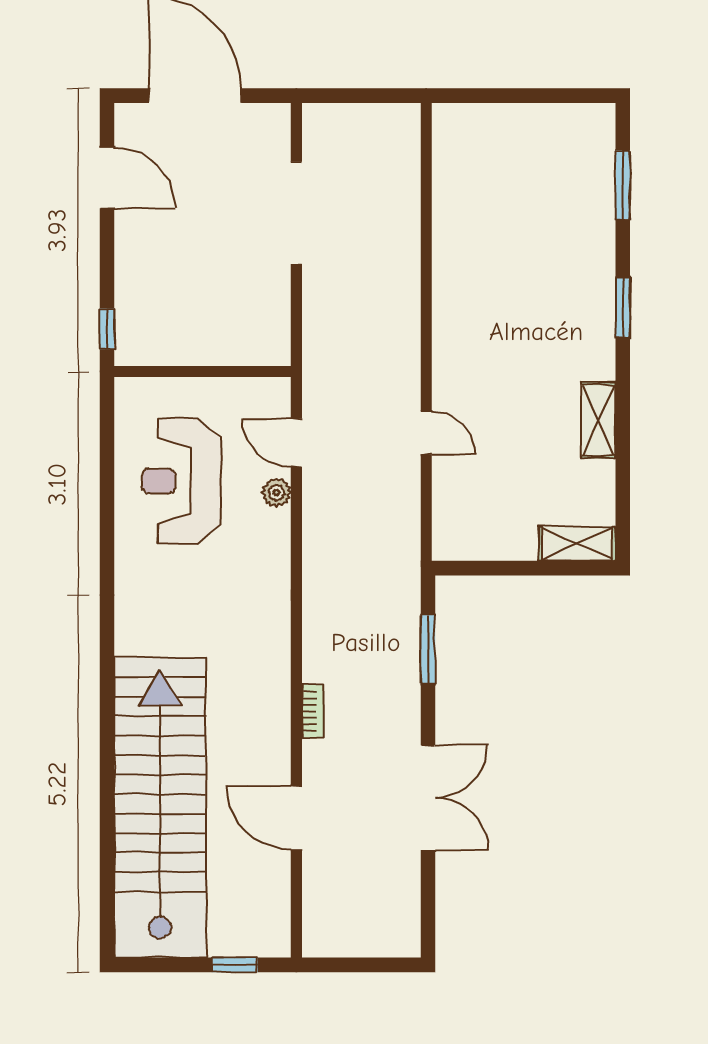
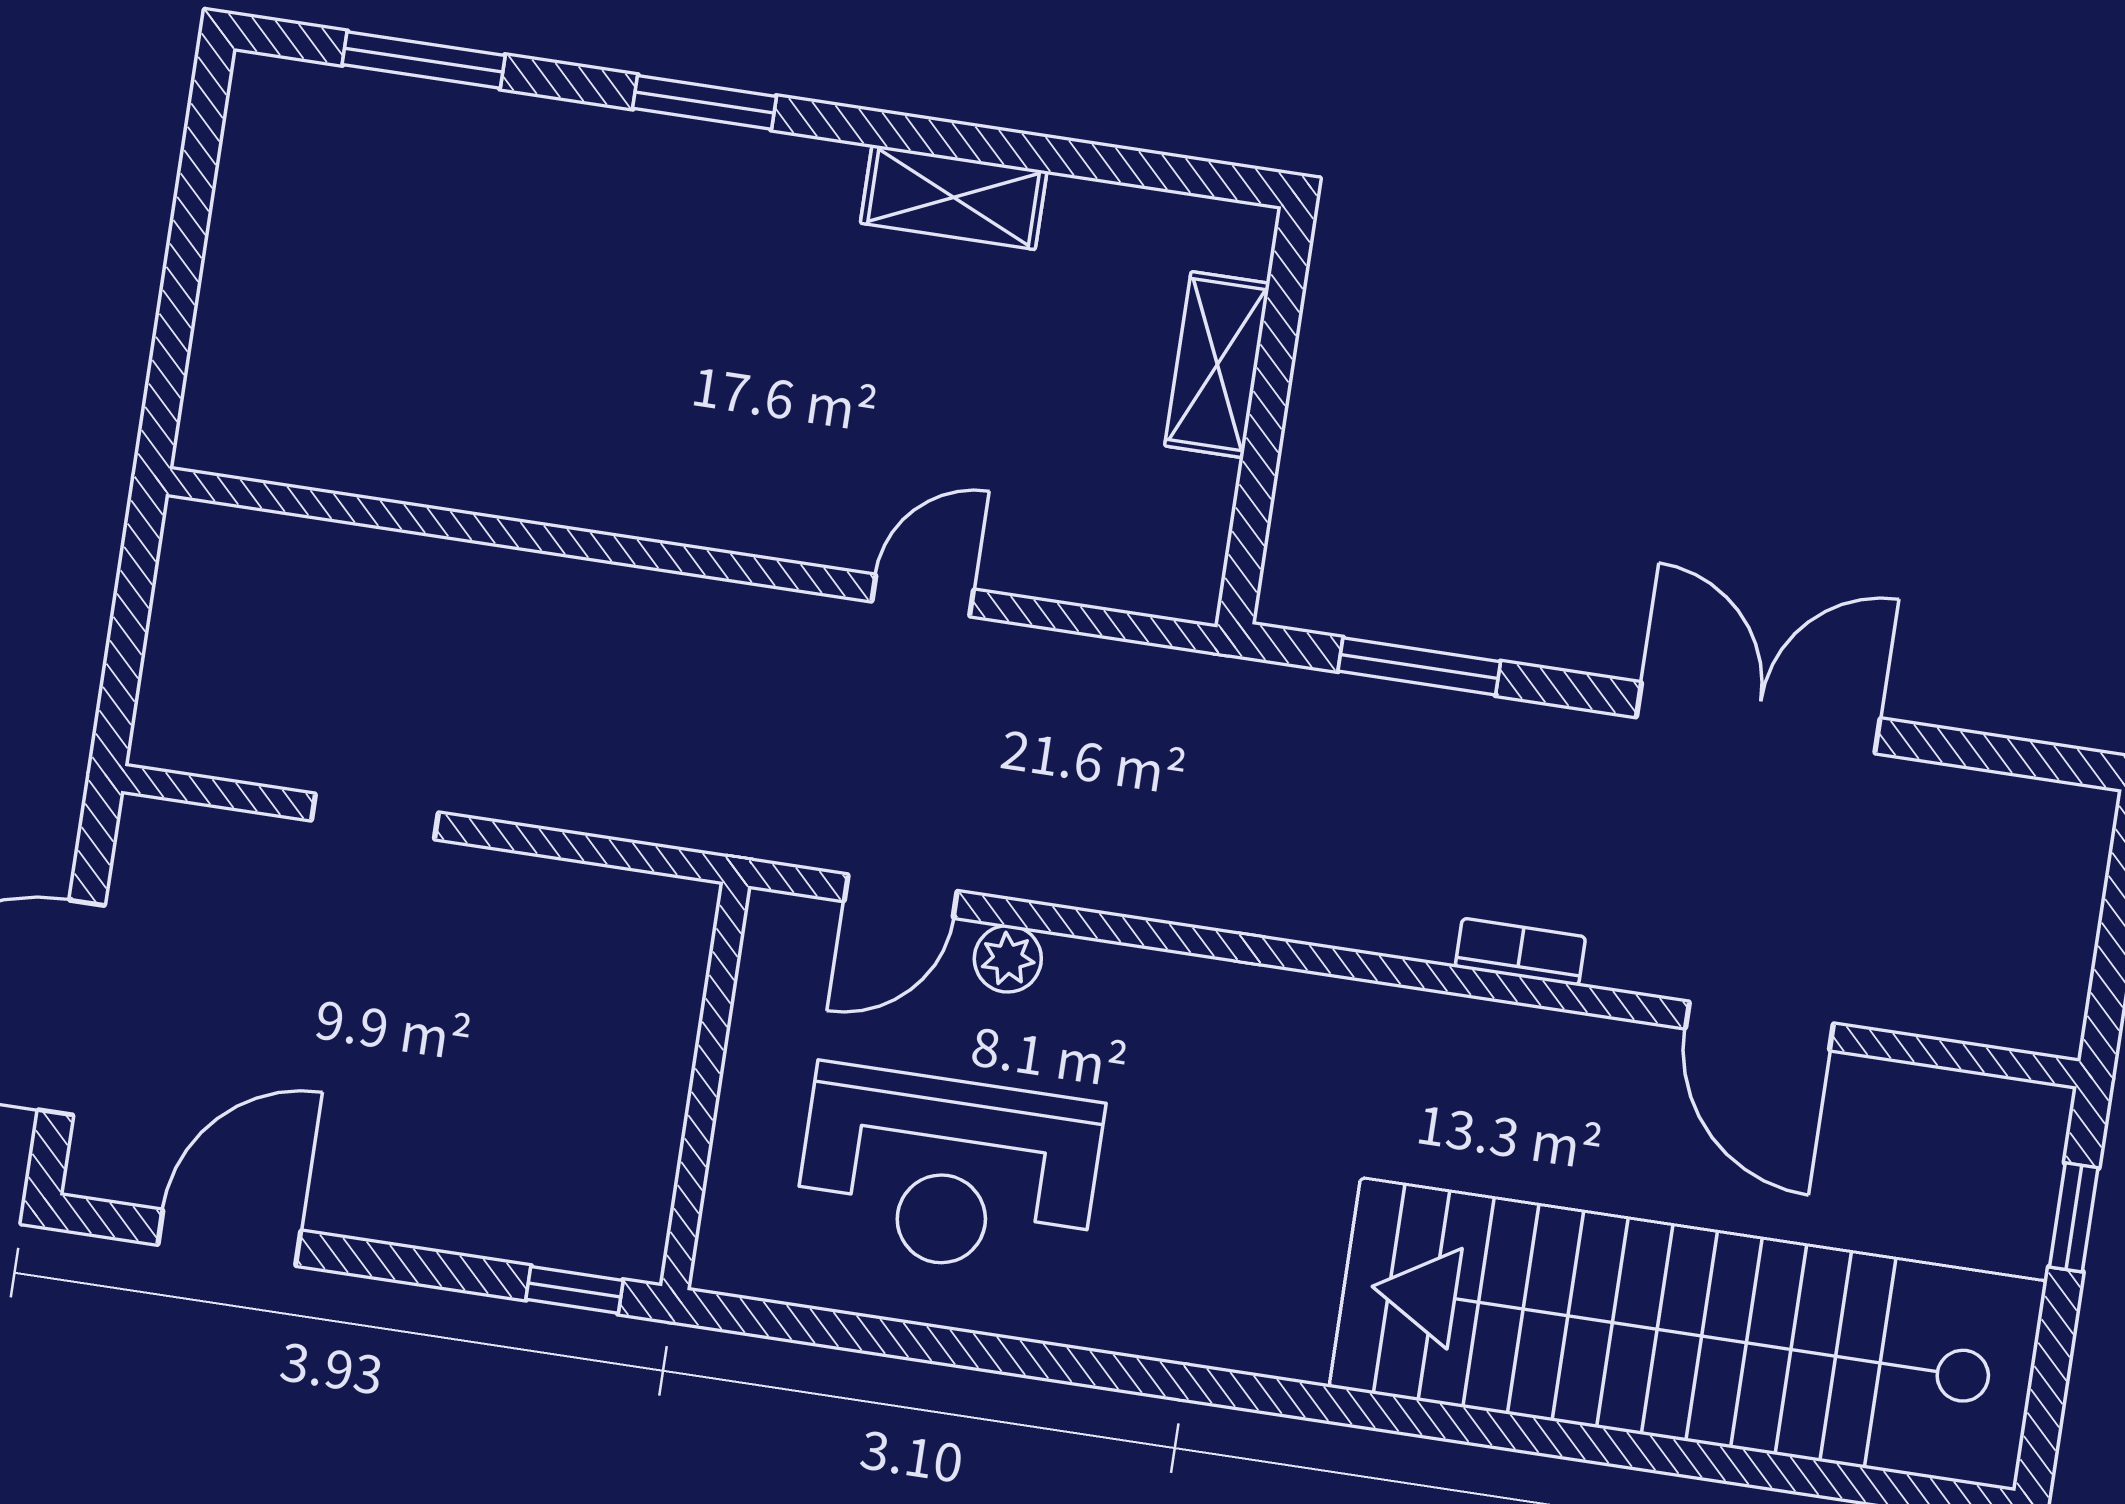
doorway: (296, 213) -> (375, 817), width x0.53
shelving: (577, 544) -> (1217, 365), moved
door: (296, 818) -> (1759, 1026), hinge flipped

